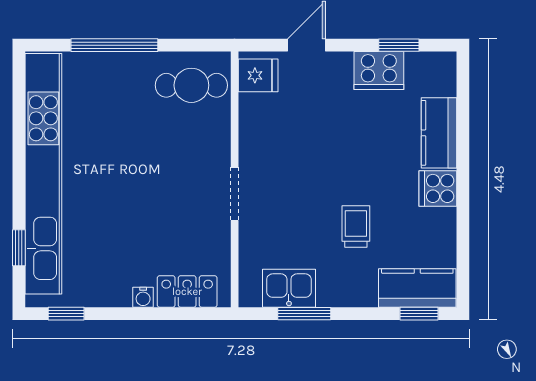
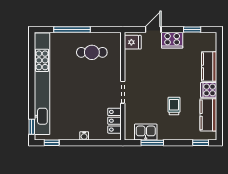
cooker: (379, 71) -> (172, 40), moved
cafe table: (191, 85) -> (92, 52), moved
window: (19, 248) -> (32, 127), moved
kitchen counter: (417, 288) -> (208, 115), moved, turned -90
locker: (187, 291) -> (114, 121), moved, turned -90

